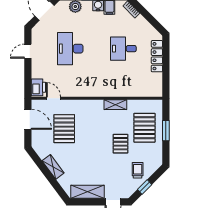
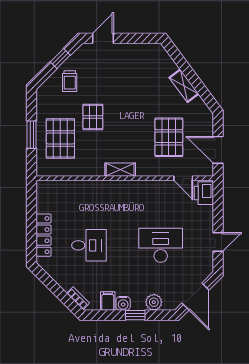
desk: (70, 49) -> (161, 245), turned -90
shelving: (115, 105) -> (120, 170), moved
shelving: (87, 192) -> (137, 52), removed

